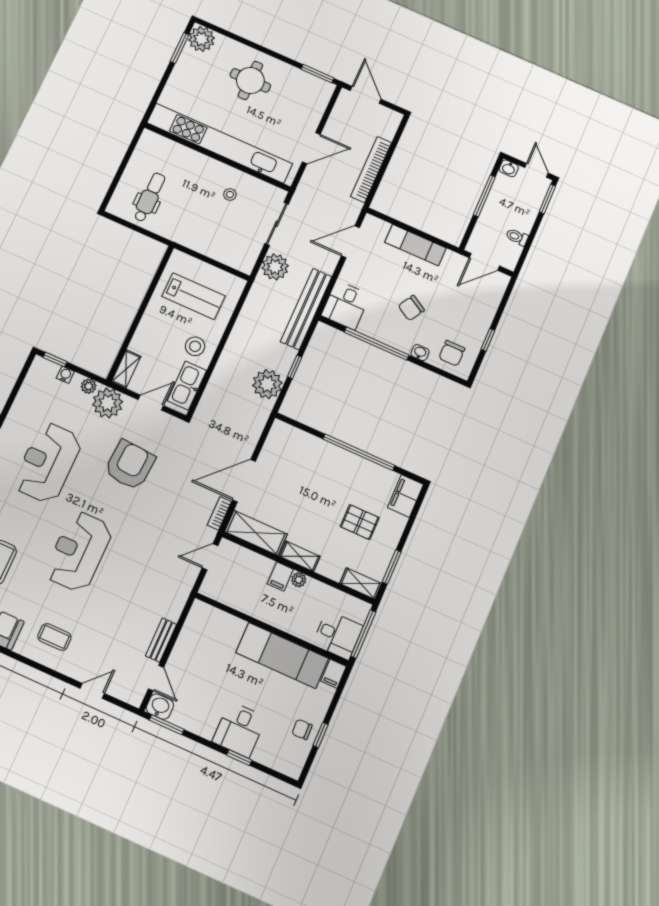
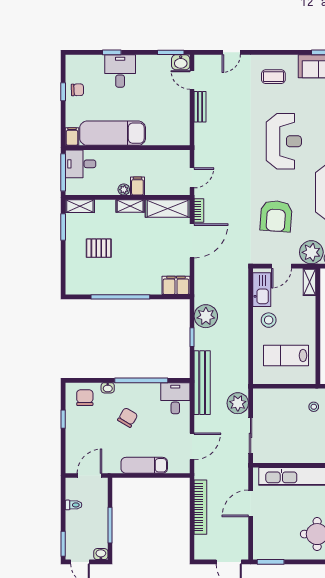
stool: (230, 195) -> (314, 407), moved
filing cabinet: (405, 496) -> (176, 285), moved, turned -90

